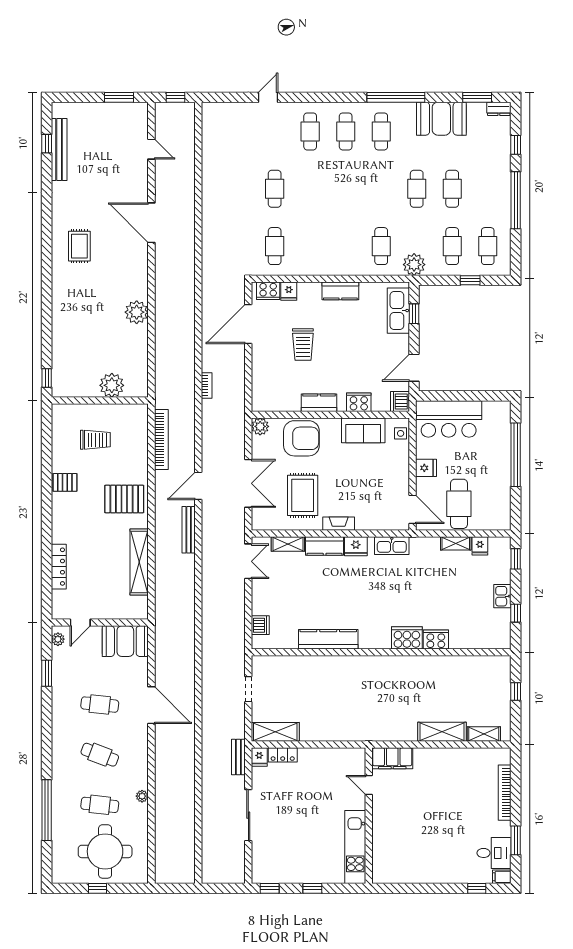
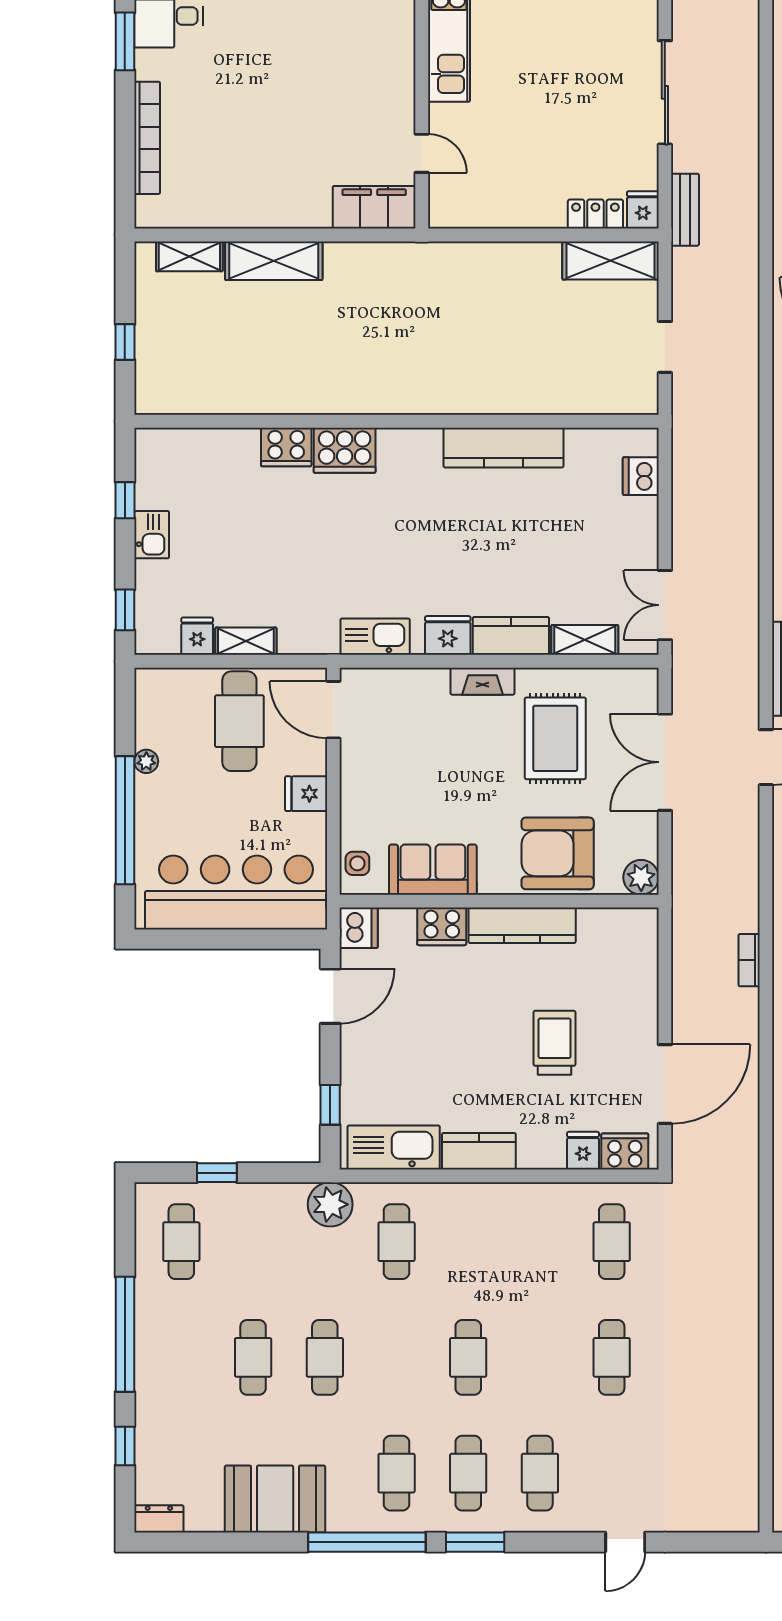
window: (477, 97) -> (475, 1542), moved
cafe table: (452, 246) -> (468, 1357), moved
kitchen sink: (398, 311) -> (394, 1147), moved, turned -90
kitchen counter: (319, 403) -> (522, 925), width x1.50
bar counter: (449, 419) -> (236, 892), width x1.36
plant: (505, 484) -> (146, 761), added

